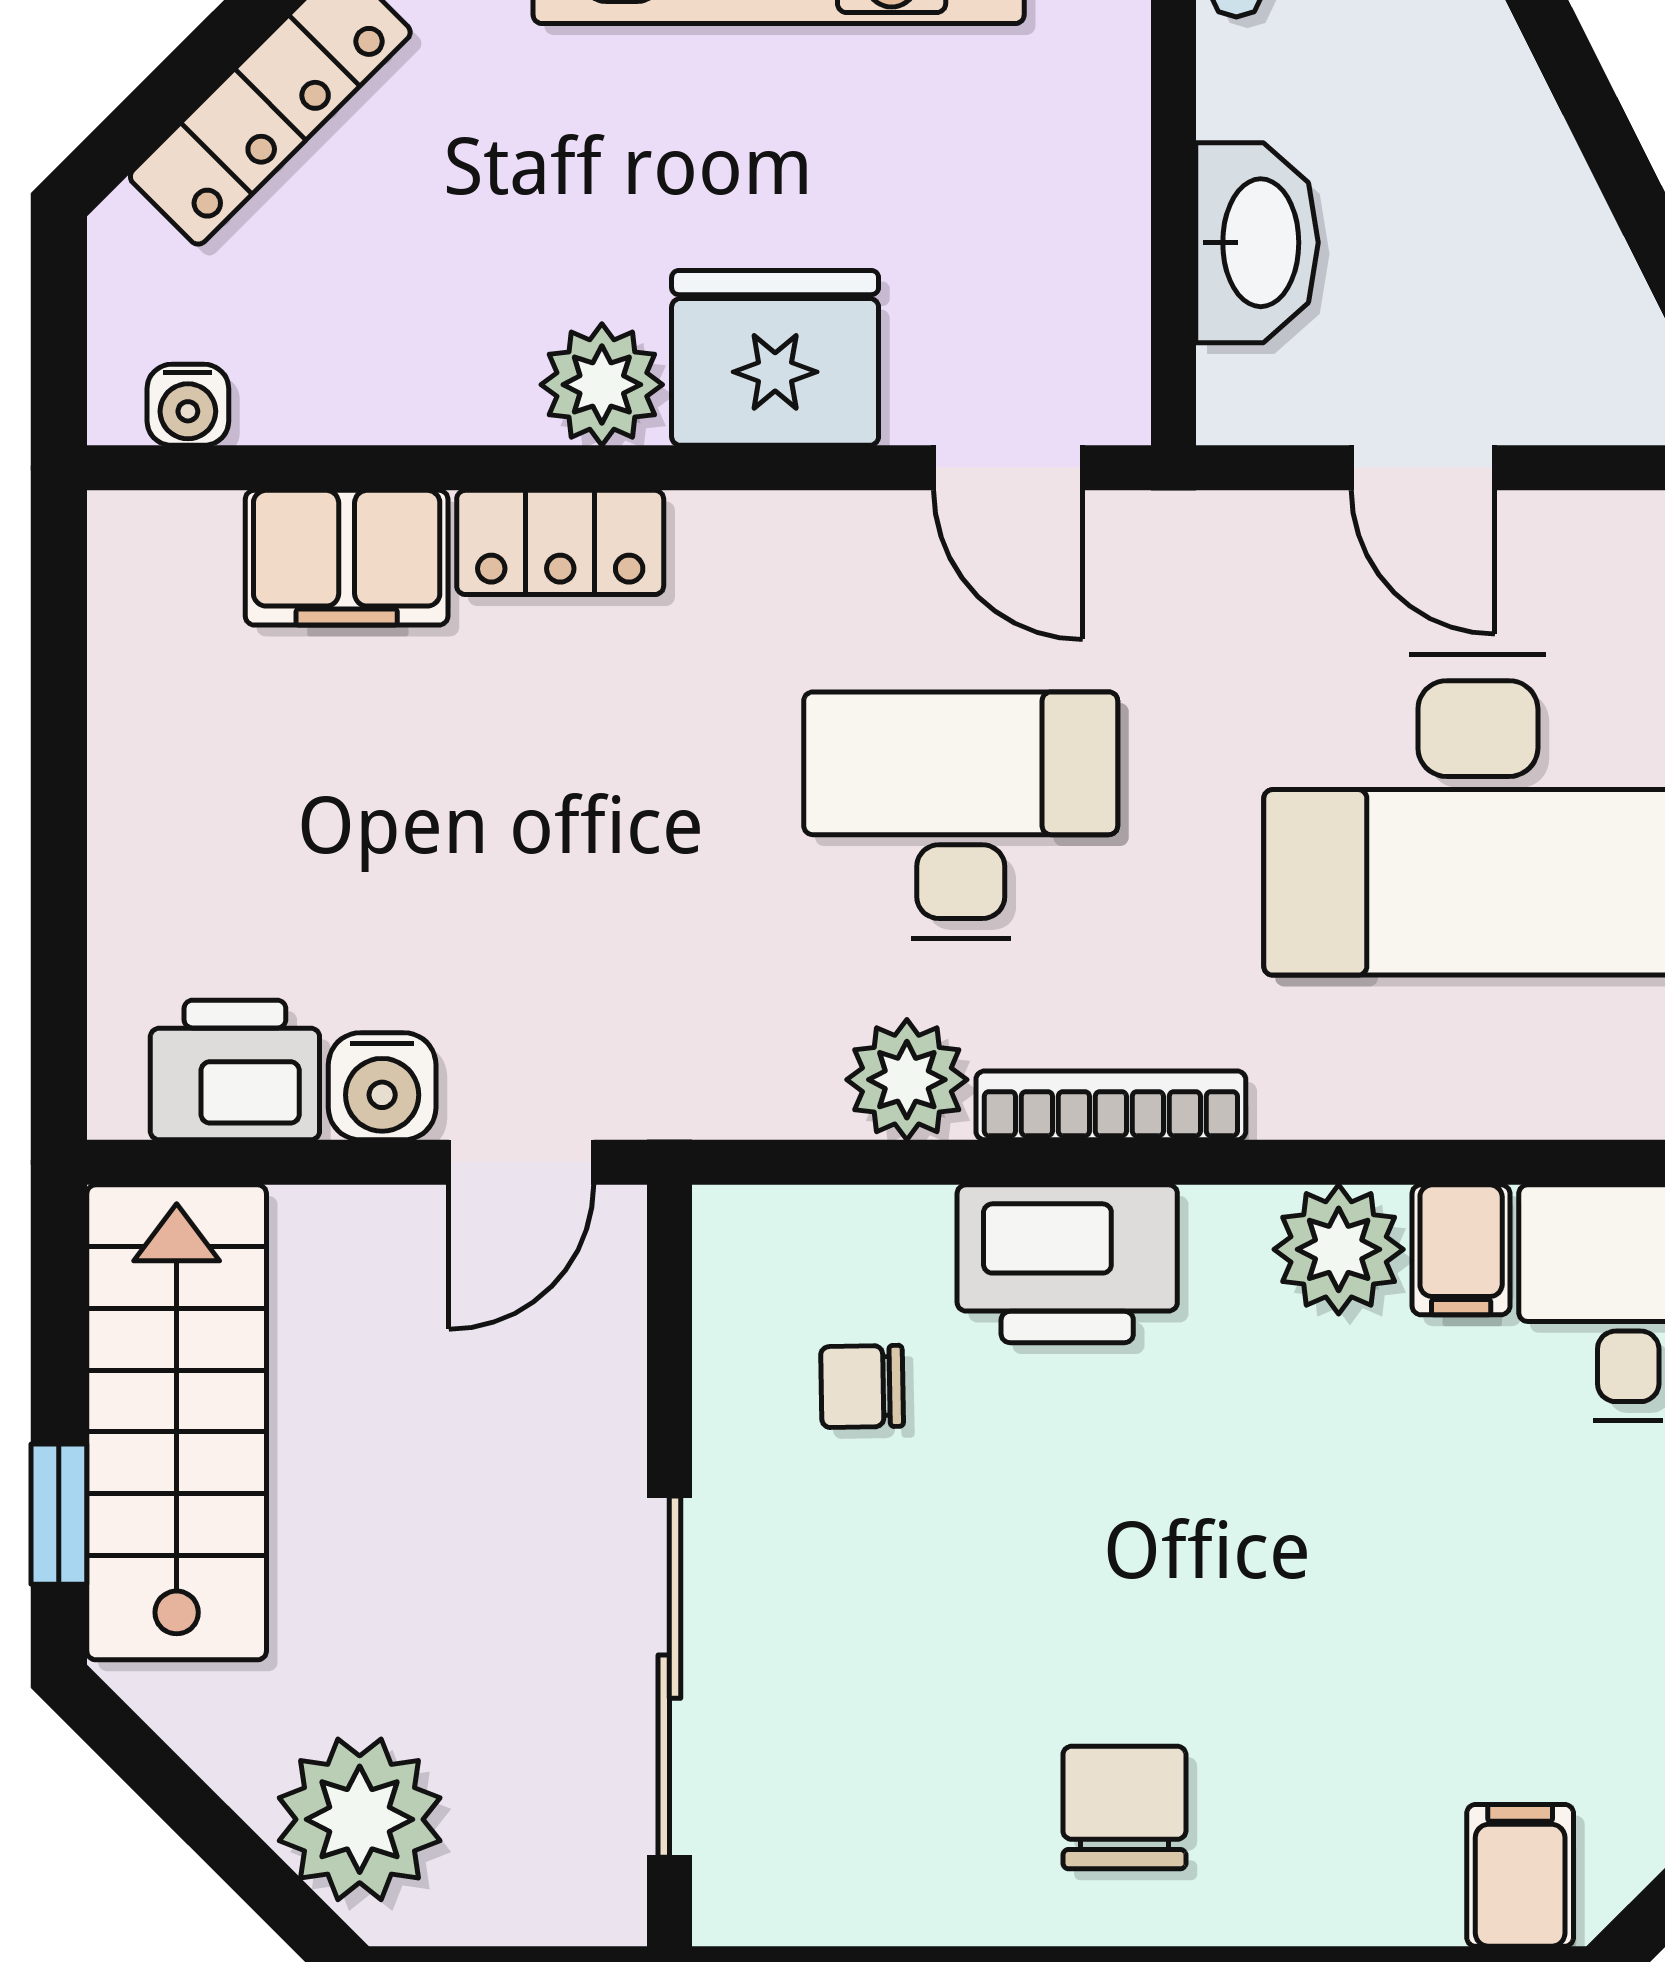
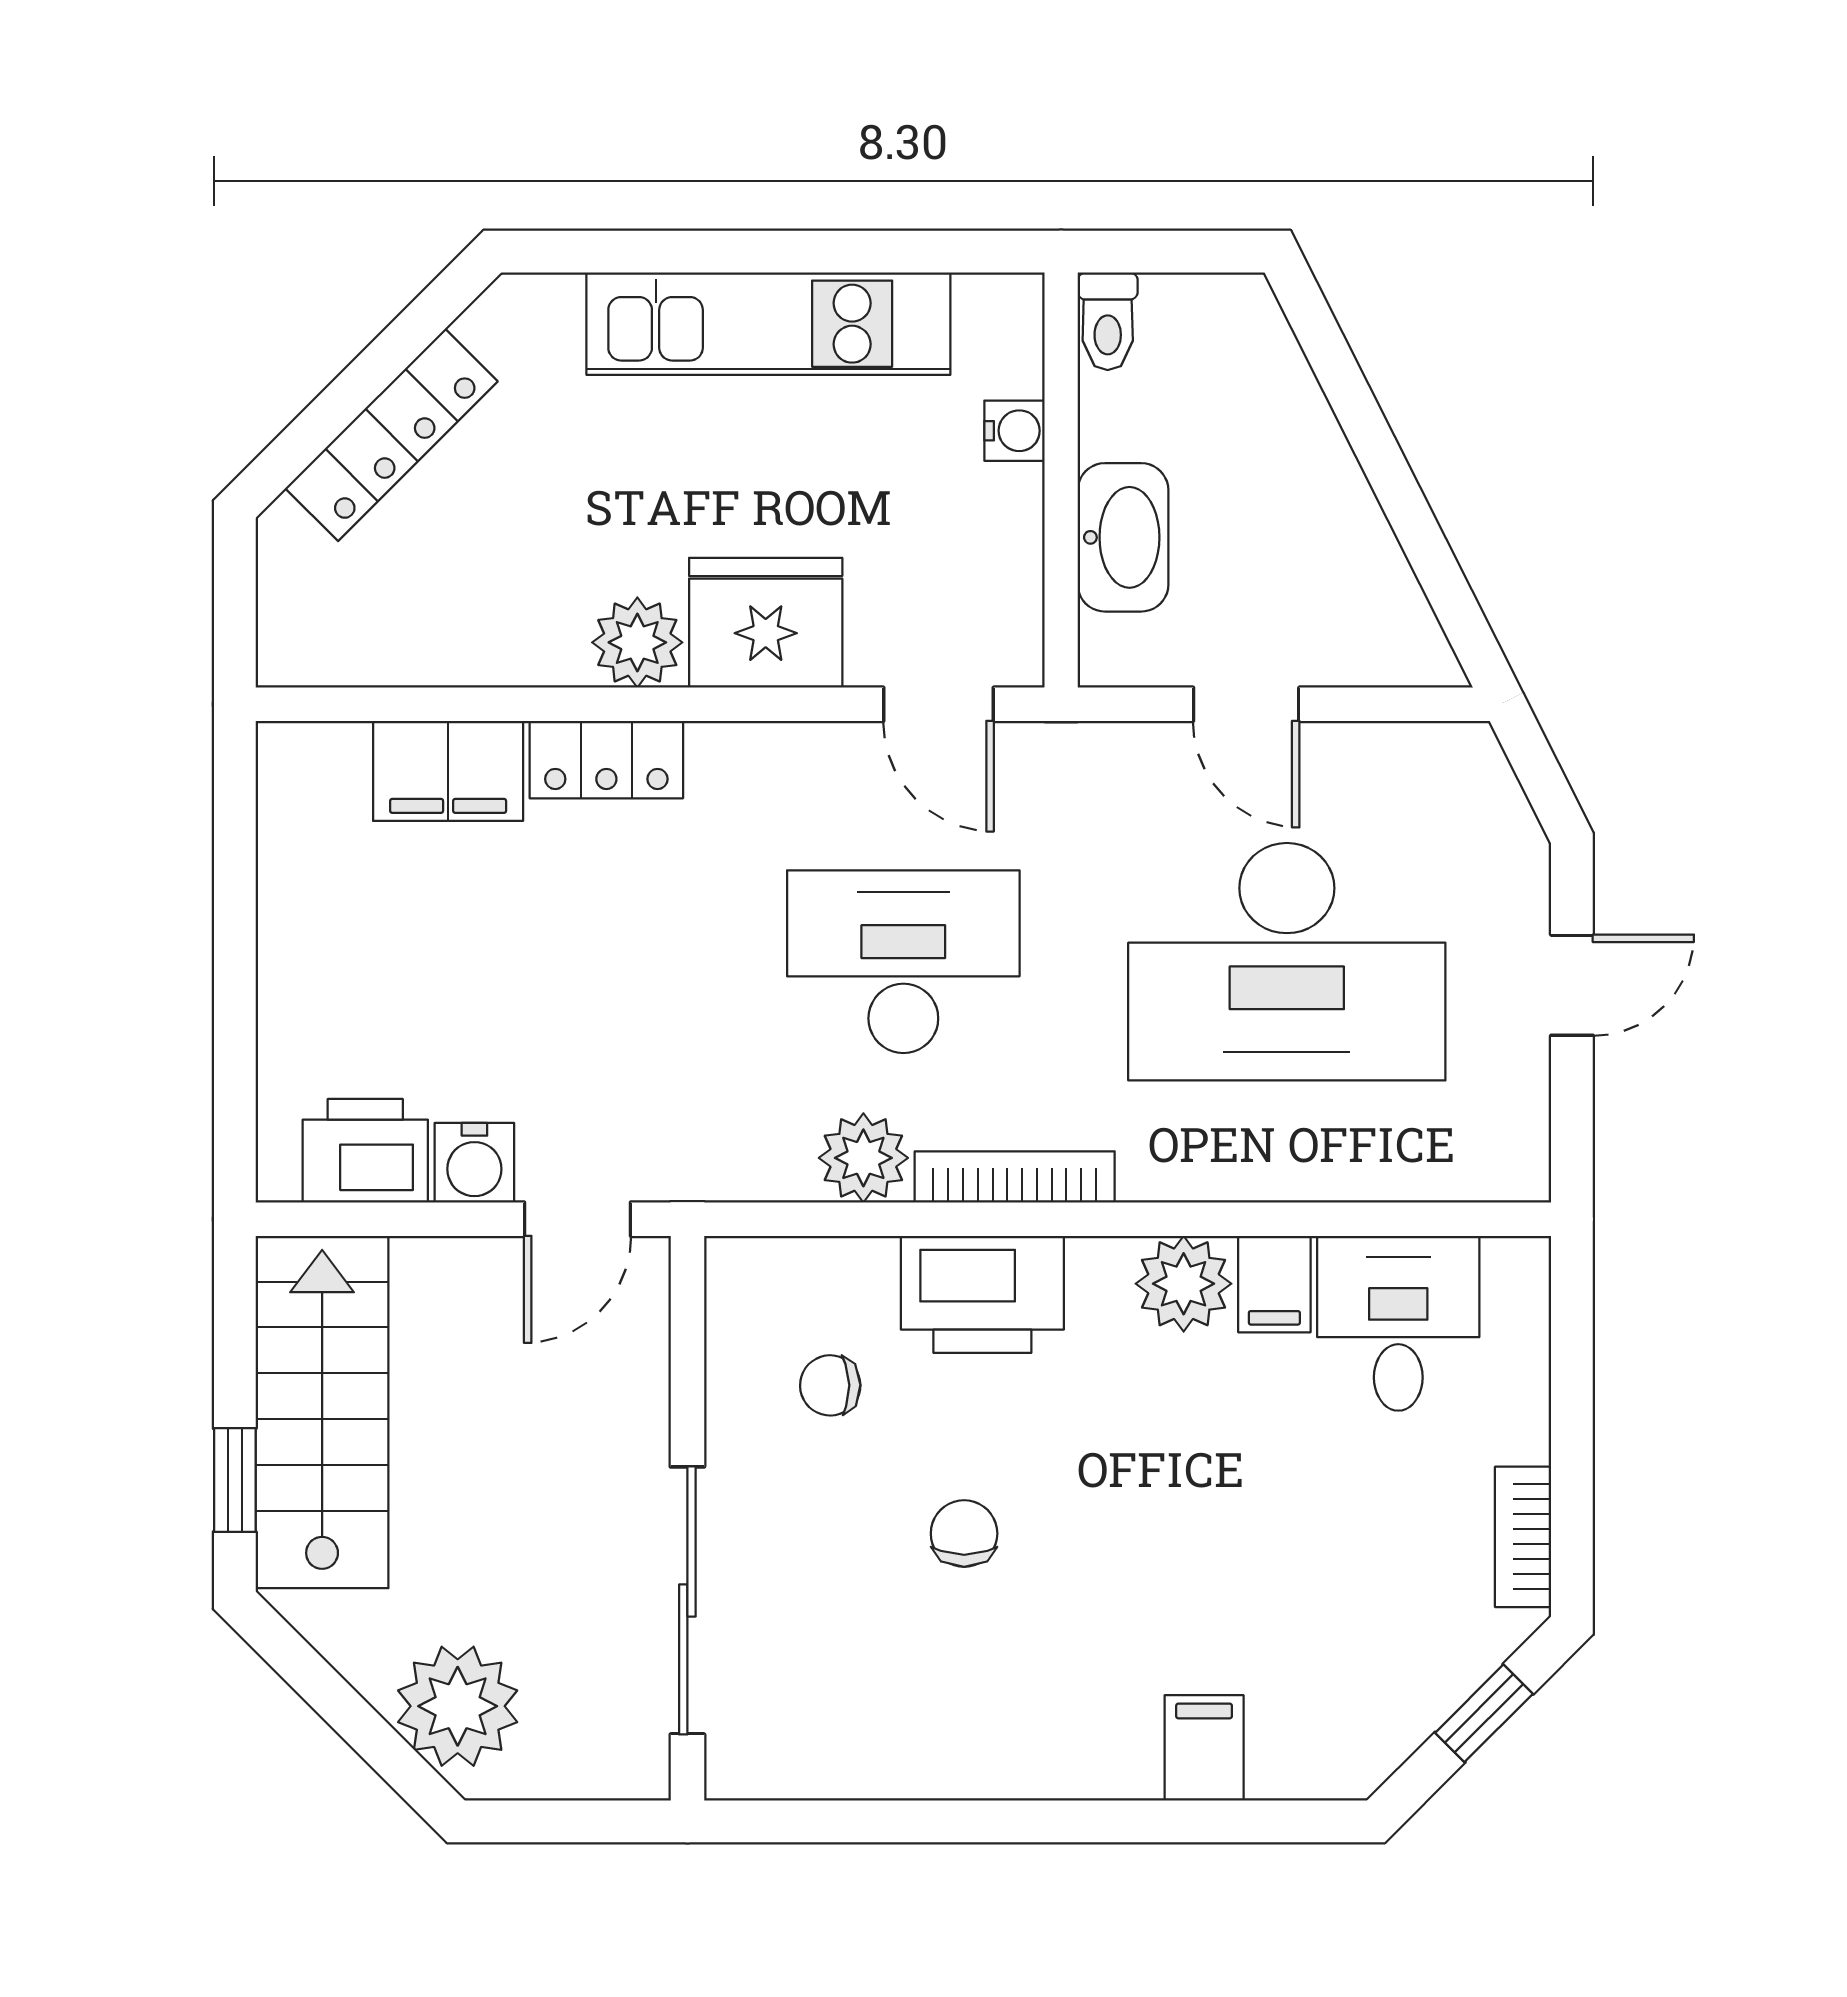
water cooler: (188, 405) -> (1014, 431), moved, turned -90
chair: (1124, 1808) -> (964, 1534), moved, width x0.73, depth x0.73
filing cabinet: (1520, 1875) -> (1204, 1748), moved

